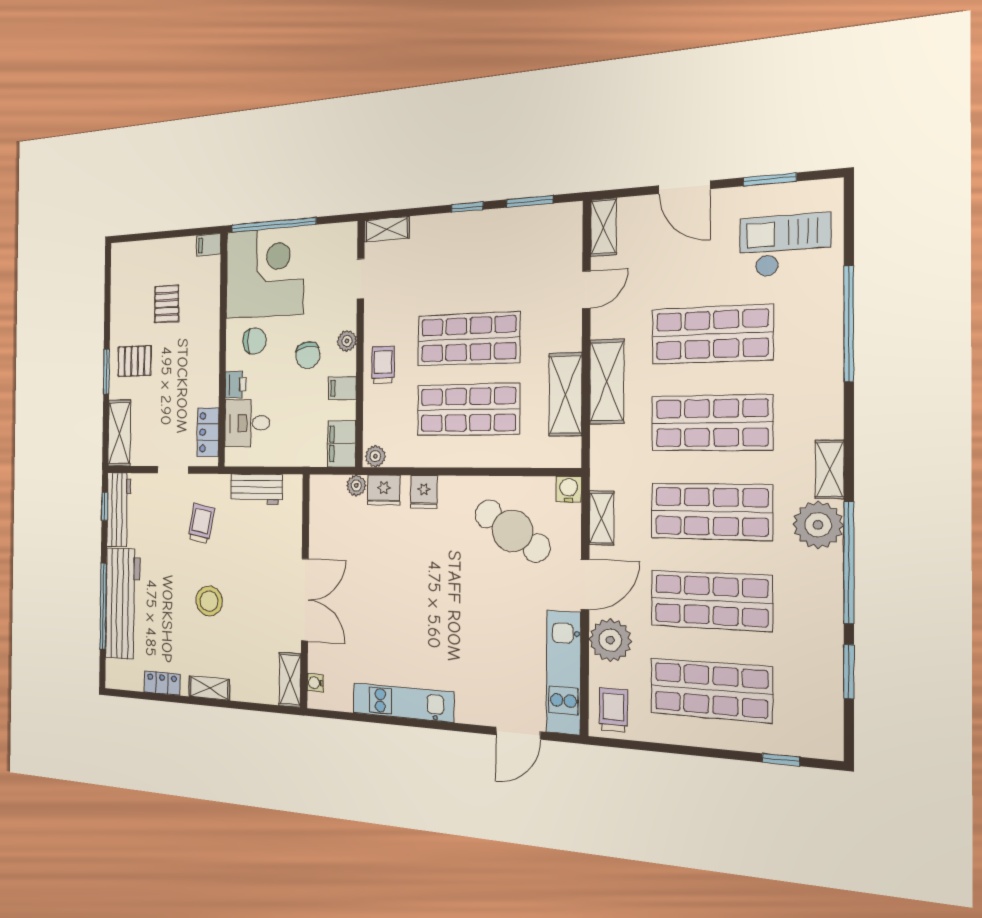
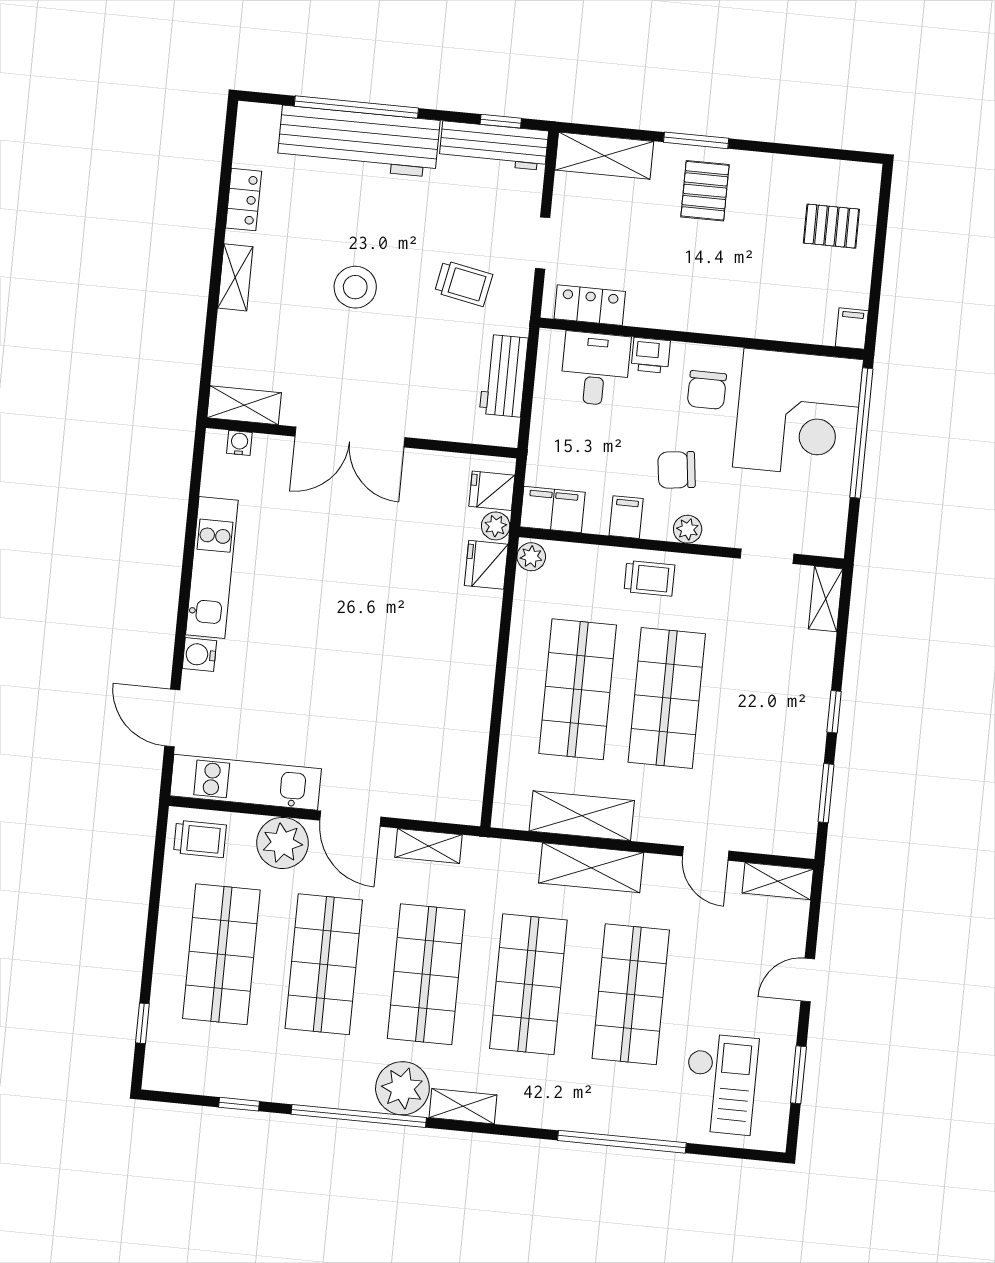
door: (684, 187) -> (808, 980), width x0.73
pallet: (167, 304) -> (831, 226), moved
water cooler: (569, 489) -> (199, 655), moved, turned 180
fridge: (424, 492) -> (492, 491), moved
cafe table: (512, 531) -> (421, 733), removed
window: (849, 672) -> (239, 1104), width x0.67

